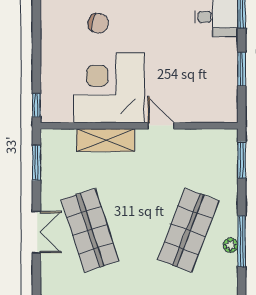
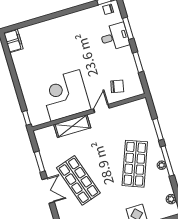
chair: (98, 23) -> (117, 86), moved
door: (161, 126) -> (101, 108), hinge flipped
window: (242, 160) -> (158, 129), moved
window: (36, 163) -> (40, 162), moved

